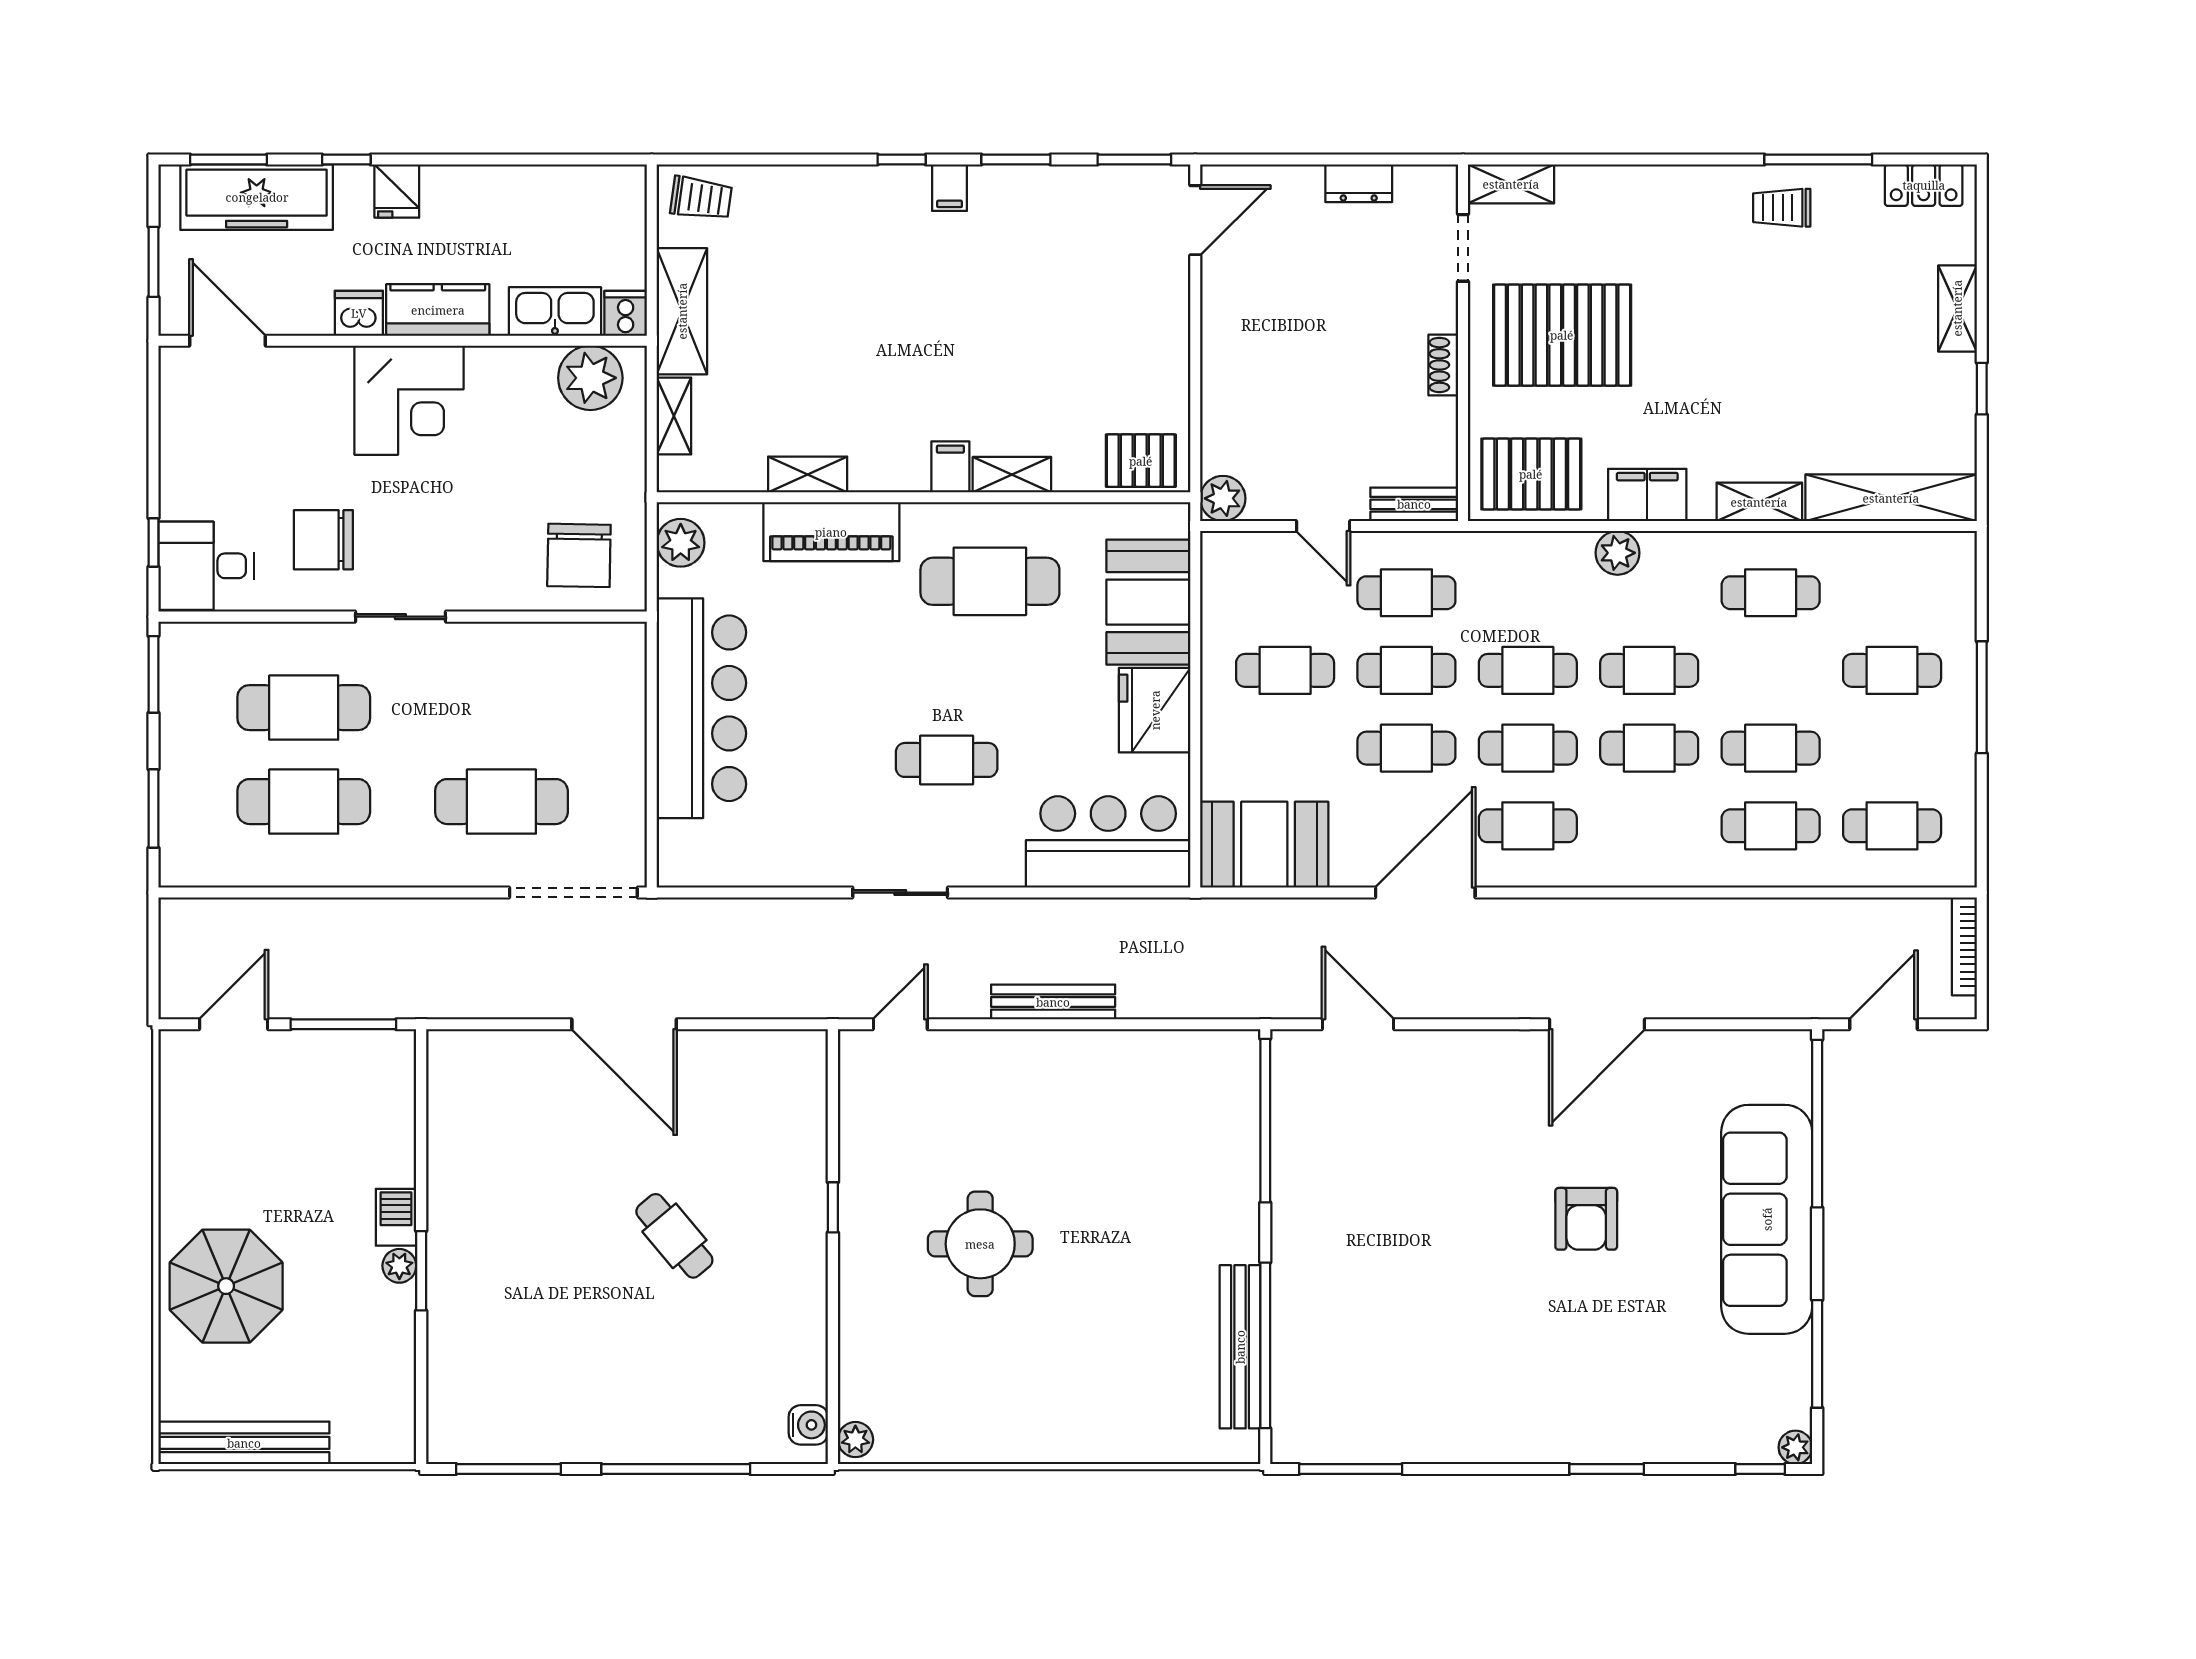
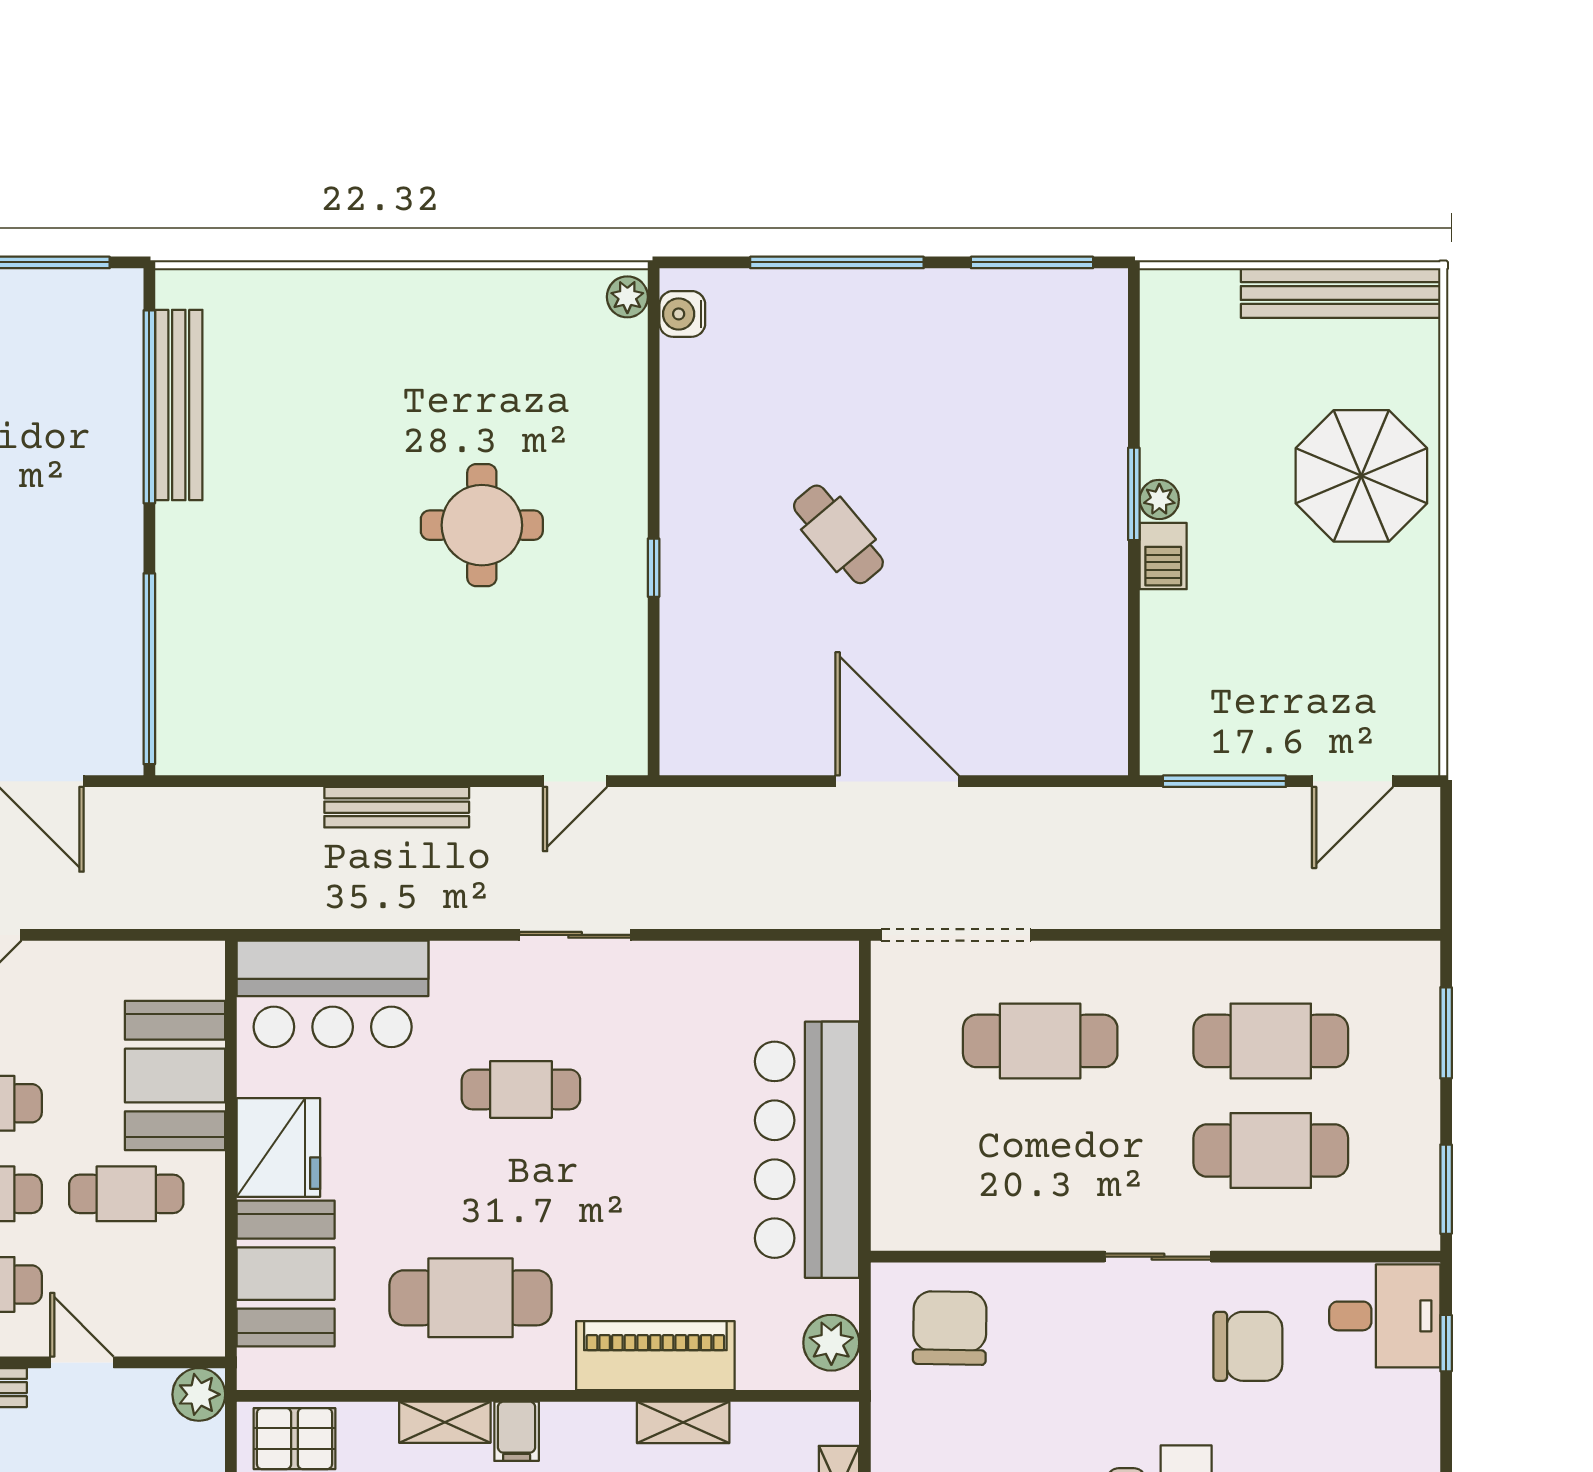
booth: (1264, 845) -> (175, 1076), moved, turned 90

